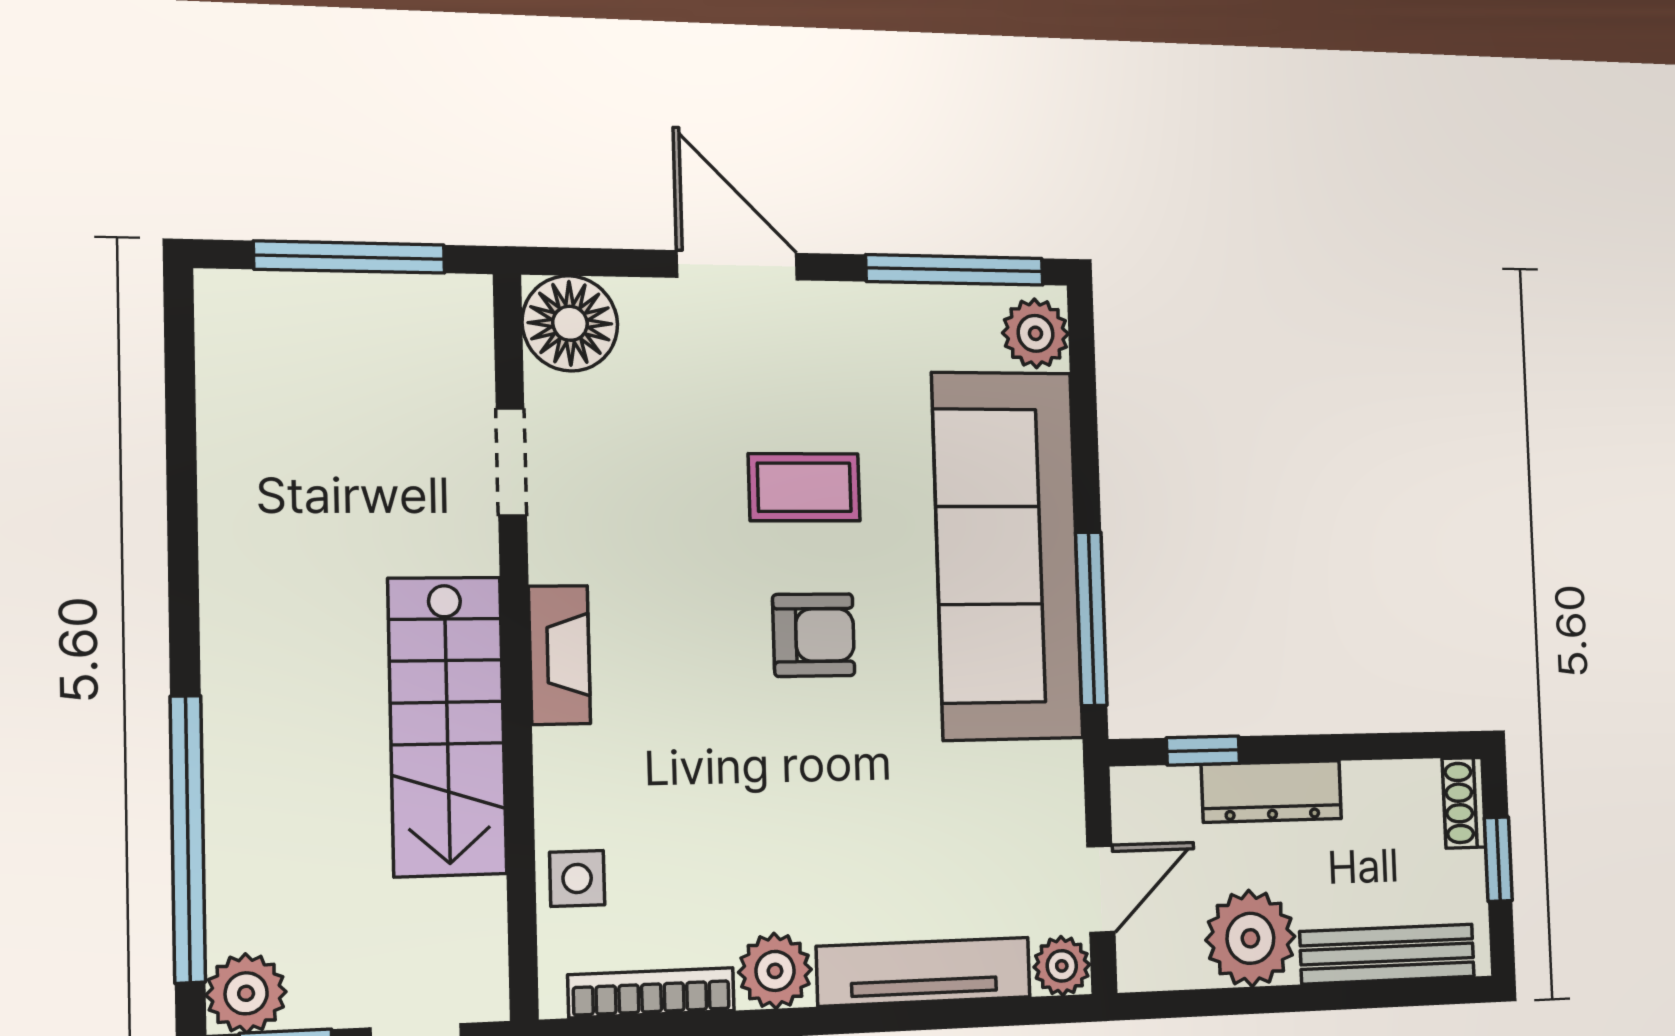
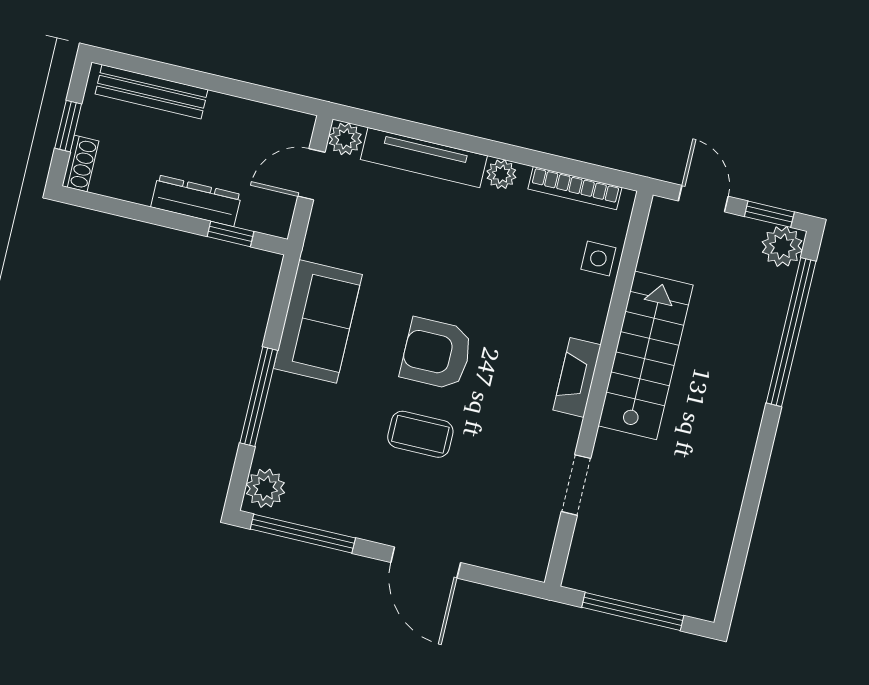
floor lamp: (570, 323) -> (525, 551), removed
sofa: (1007, 555) -> (318, 321), width x0.54, depth x0.79
window: (1091, 619) -> (259, 397), moved
armchair: (814, 635) -> (437, 354), width x1.38, depth x1.38
plant: (1250, 938) -> (231, 123), removed
plant: (775, 971) -> (501, 174), width x0.73, depth x0.73

